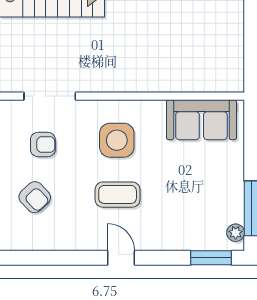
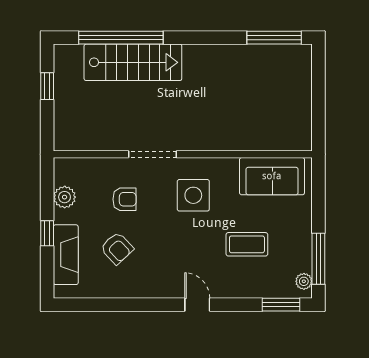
doorway: (50, 96) -> (152, 154), moved
coffee table: (118, 195) -> (247, 244), moved

